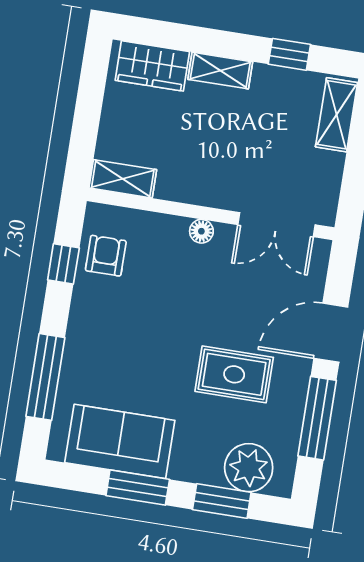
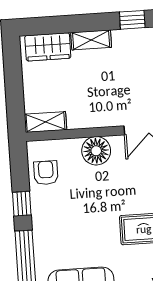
floor lamp: (201, 231) -> (96, 151), width x1.89, depth x1.89
window: (63, 264) -> (22, 204), moved

